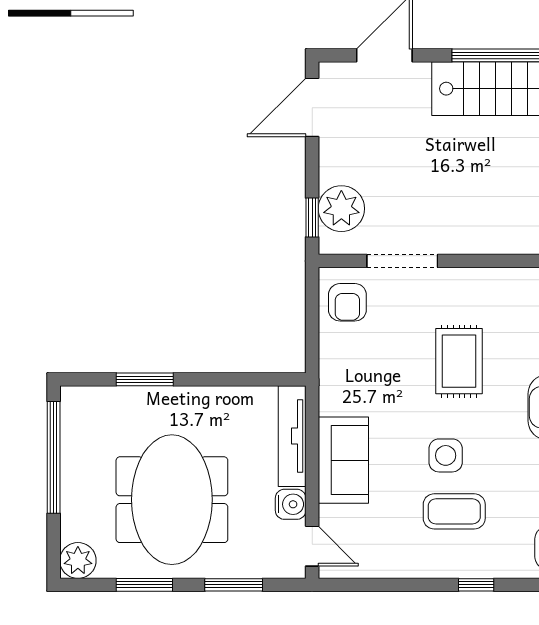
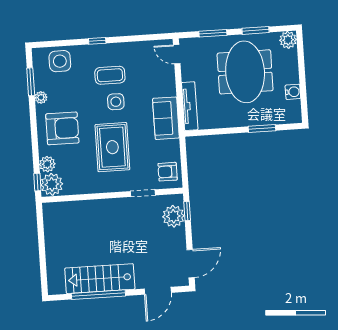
doorway: (402, 261) -> (143, 193), width x0.73
armchair: (347, 302) -> (168, 172), turned -90
rug: (459, 361) -> (112, 147), width x1.36, depth x1.43
window: (54, 457) -> (303, 88), removed
sofa: (343, 460) -> (166, 118), moved
water cooler: (291, 504) -> (293, 92), moved, turned 180

